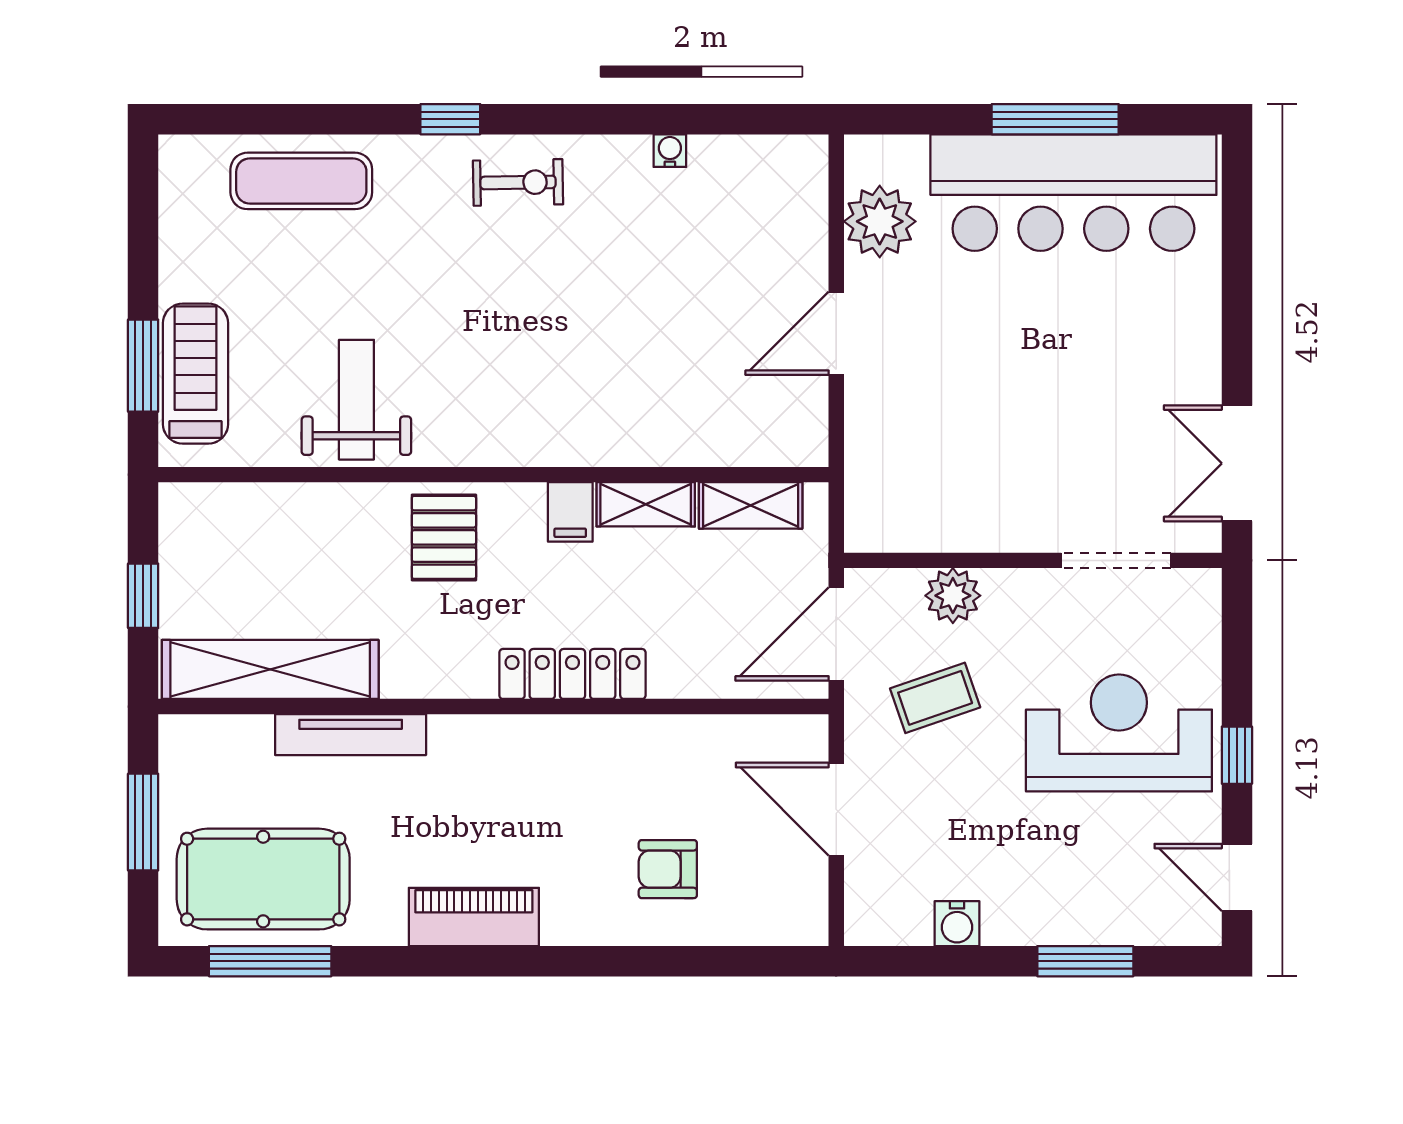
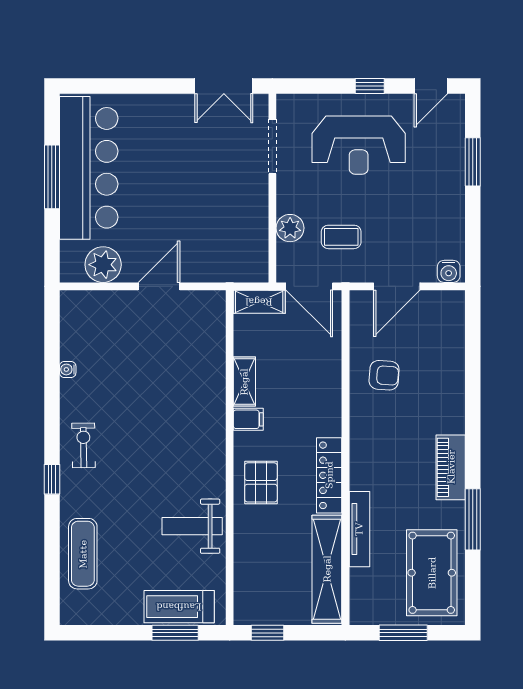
door: (836, 333) -> (159, 286), swing flipped
shelving: (751, 505) -> (259, 302), moved, turned 90
pallet: (444, 537) -> (261, 482), turned 90
window: (143, 596) -> (268, 633), moved
locker: (572, 674) -> (329, 475), moved
coffee table: (935, 698) -> (341, 237), turned -71
reception desk: (1119, 733) -> (359, 145), turned -90
armchair: (668, 869) -> (384, 375), moved, turned -86
water cooler: (957, 924) -> (449, 271), moved, turned 90
window: (270, 961) -> (473, 519), moved

